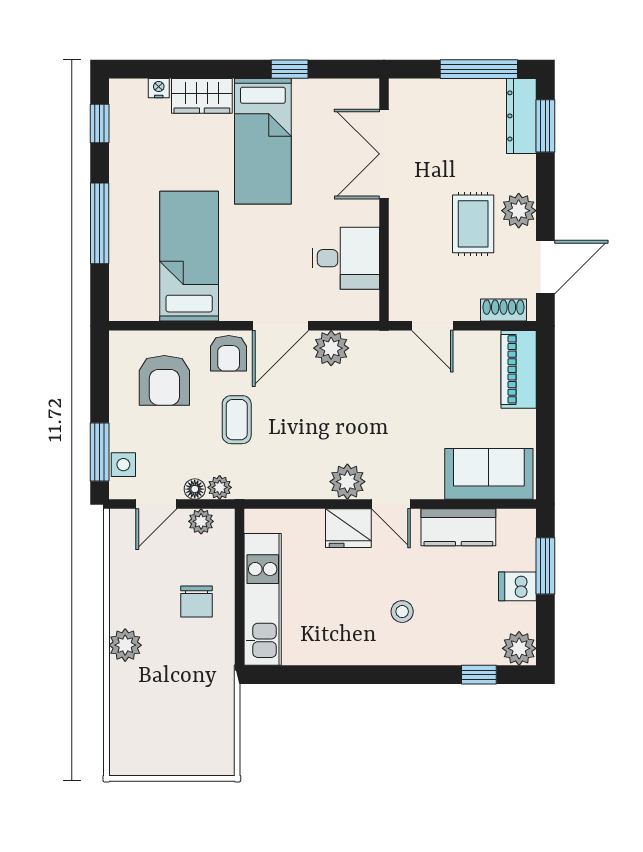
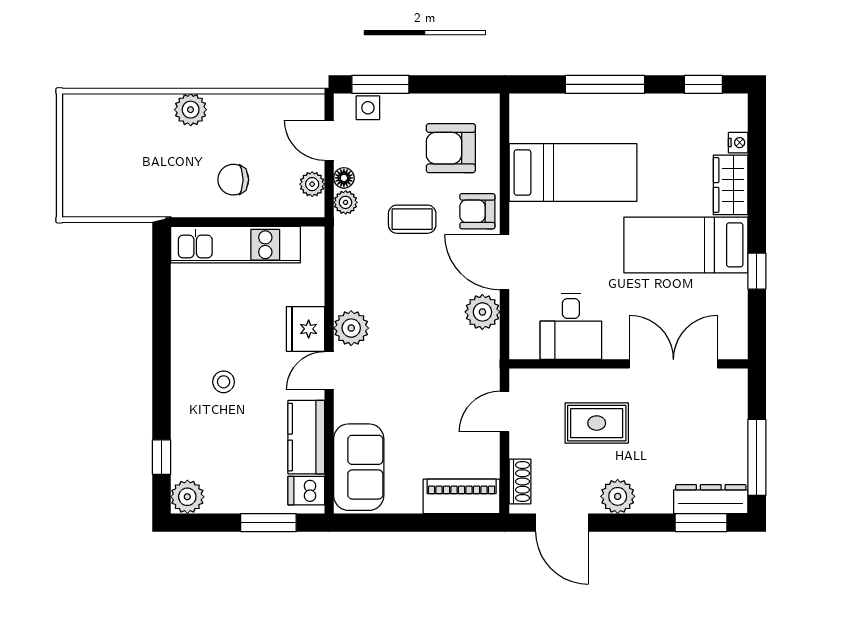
rug: (473, 224) -> (597, 423), moved
dishwasher: (517, 586) -> (306, 491), moved, turned -90

